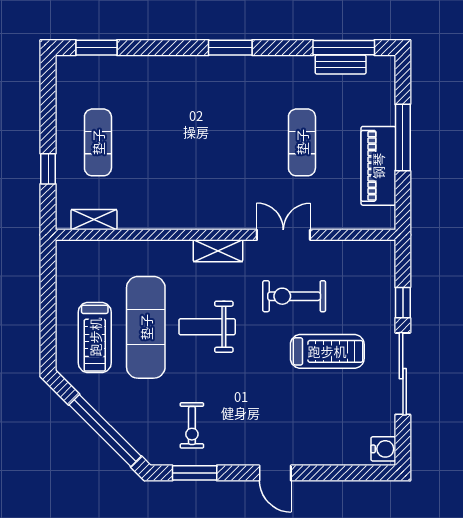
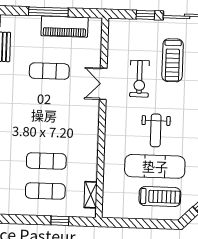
exercise mat: (149, 142) -> (46, 161), added
shelving: (218, 251) -> (111, 123), removed
treadmill: (327, 351) -> (173, 60), turned 180

